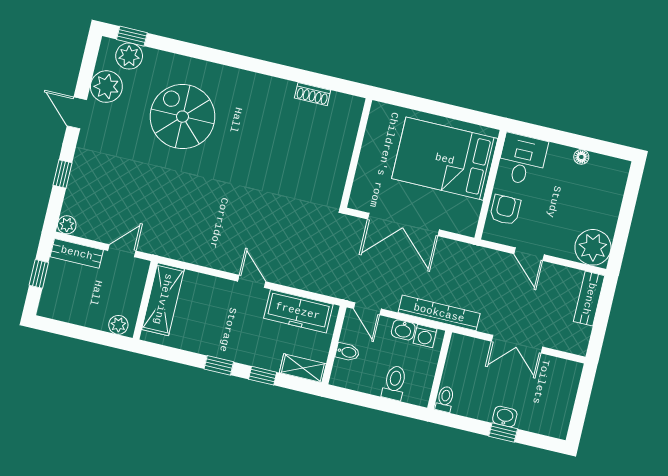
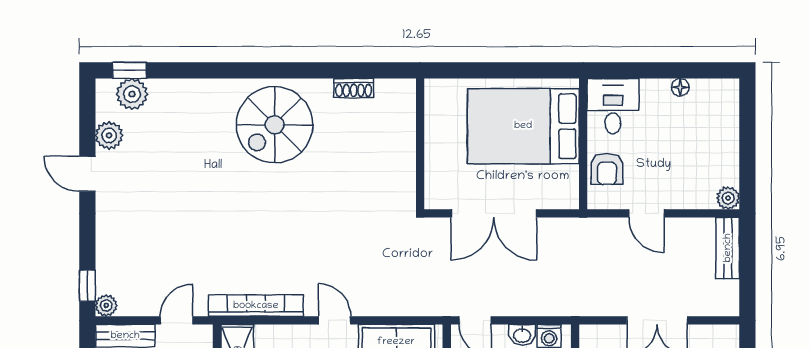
plant: (106, 87) -> (109, 135), width x0.73, depth x0.73
spiral stairs: (182, 117) -> (275, 125), moved, turned -90
window: (62, 174) -> (87, 286), moved
armchair: (505, 210) -> (607, 169), turned 180
plant: (593, 247) -> (728, 198), width x0.53, depth x0.53
bookcase: (439, 313) -> (256, 306), moved

